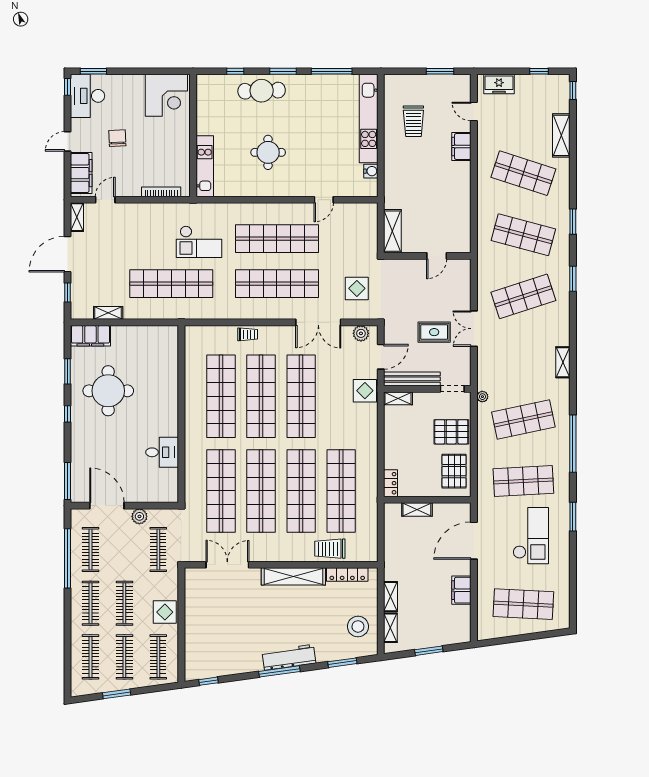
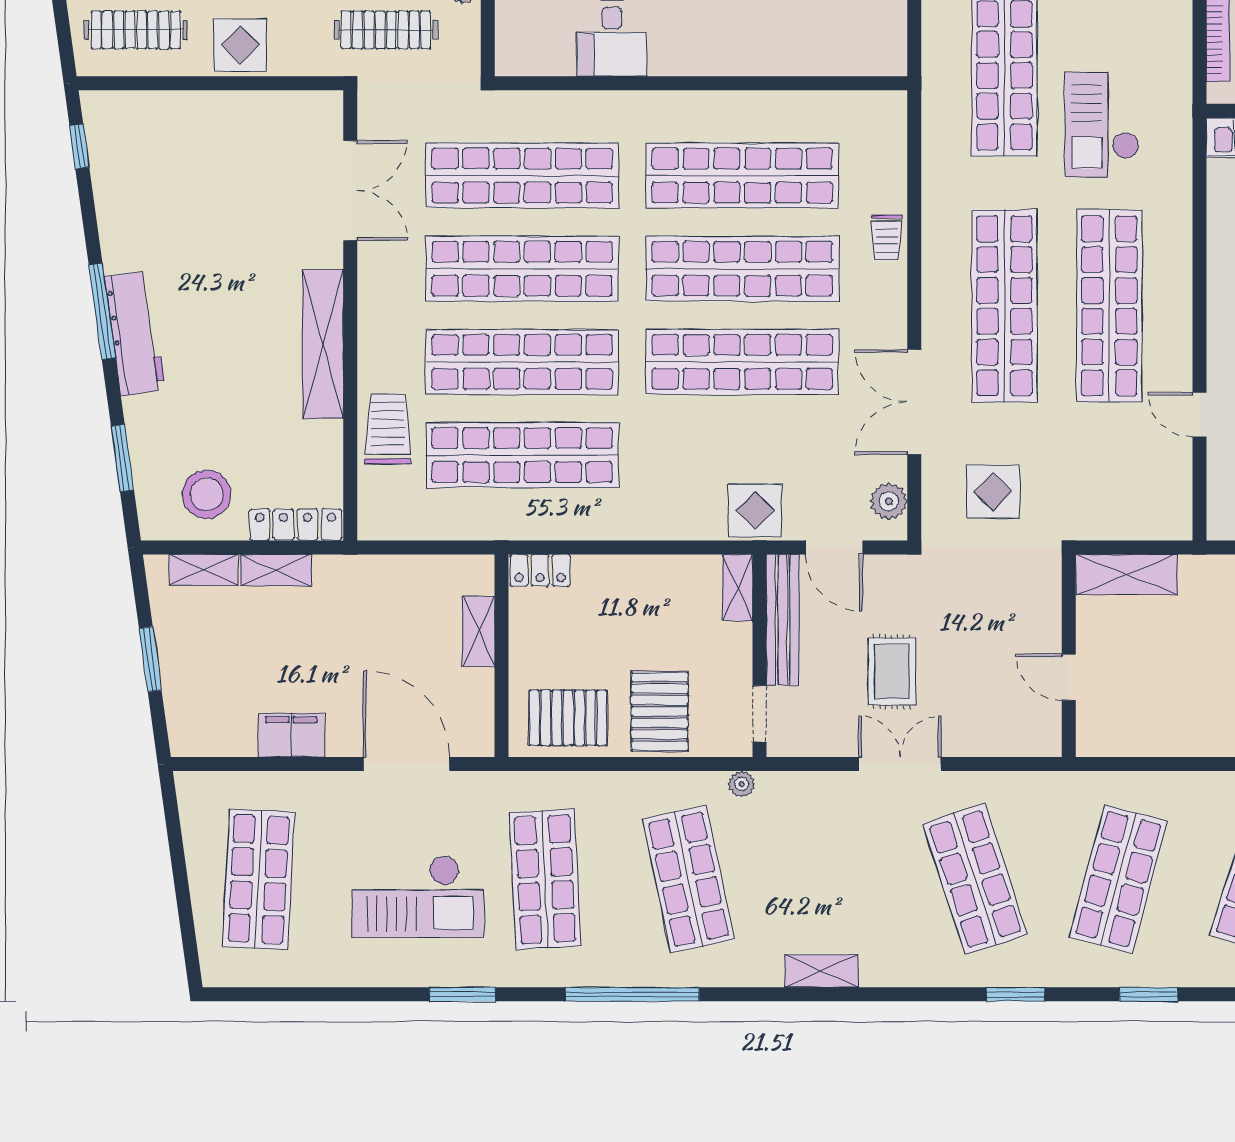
locker: (347, 575) -> (296, 525), moved, turned 90

